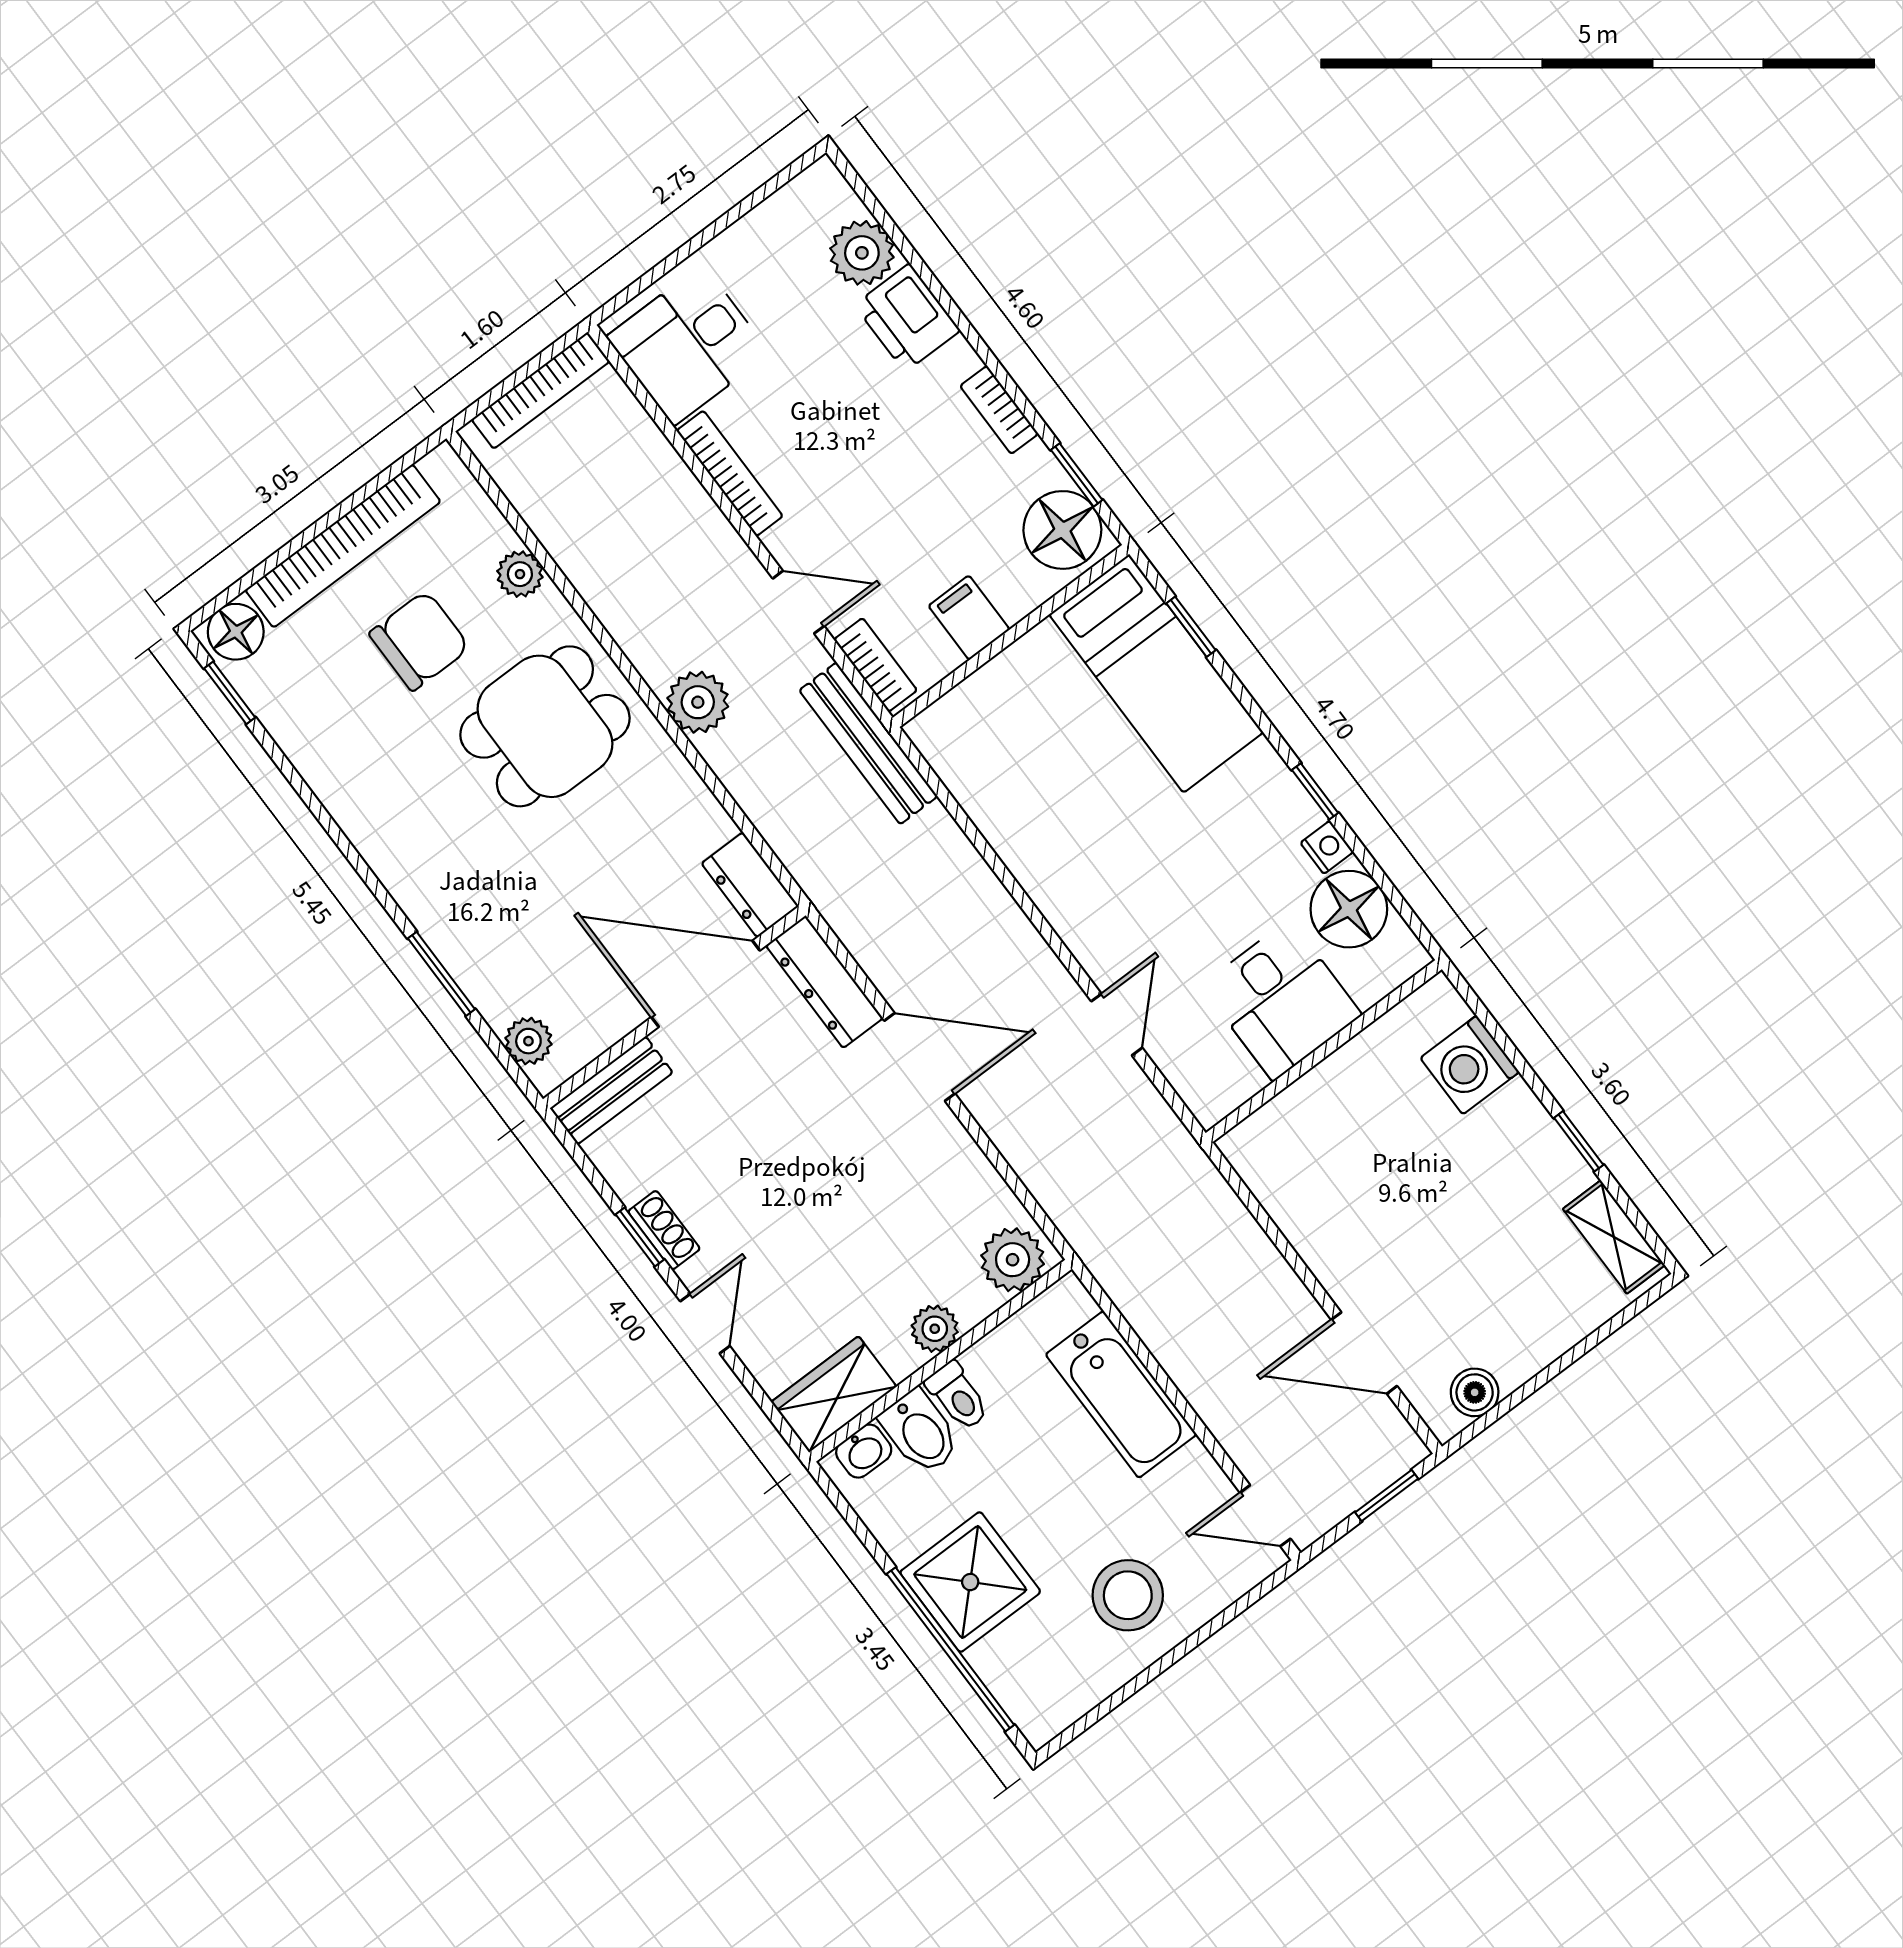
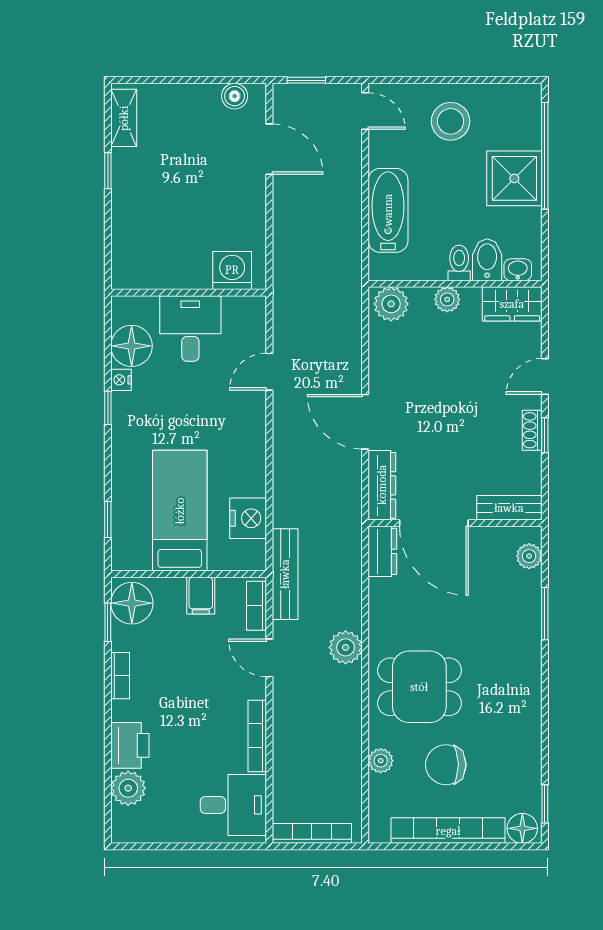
bed: (1156, 673) -> (180, 511), moved
nightstand: (985, 785) -> (248, 518), added
washing machine: (1470, 1065) -> (232, 270), moved, turned -90

